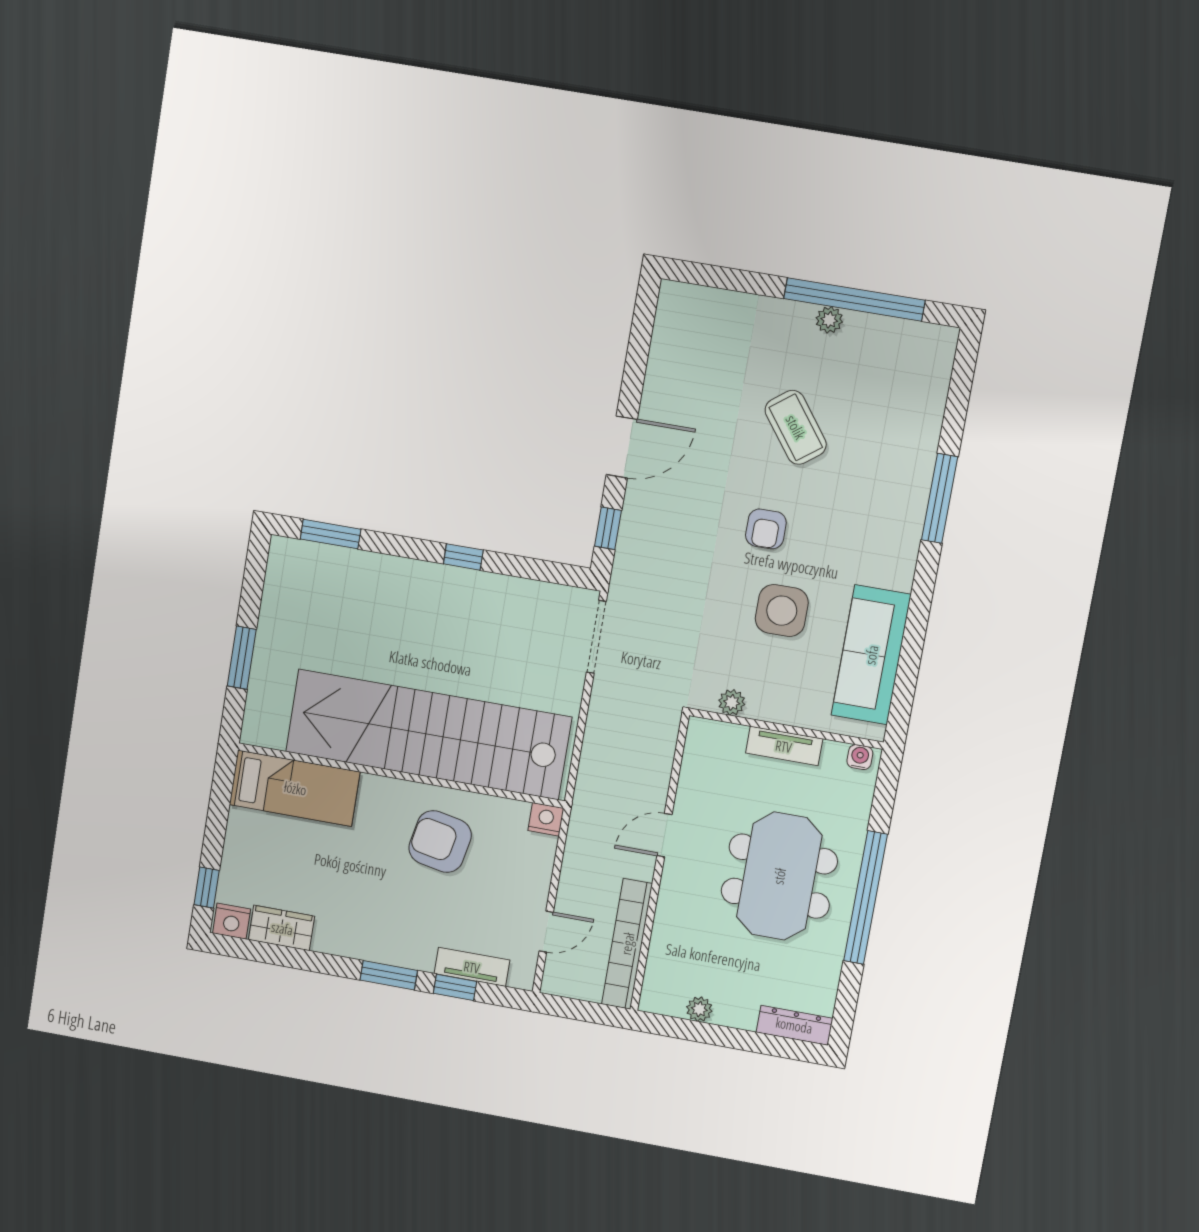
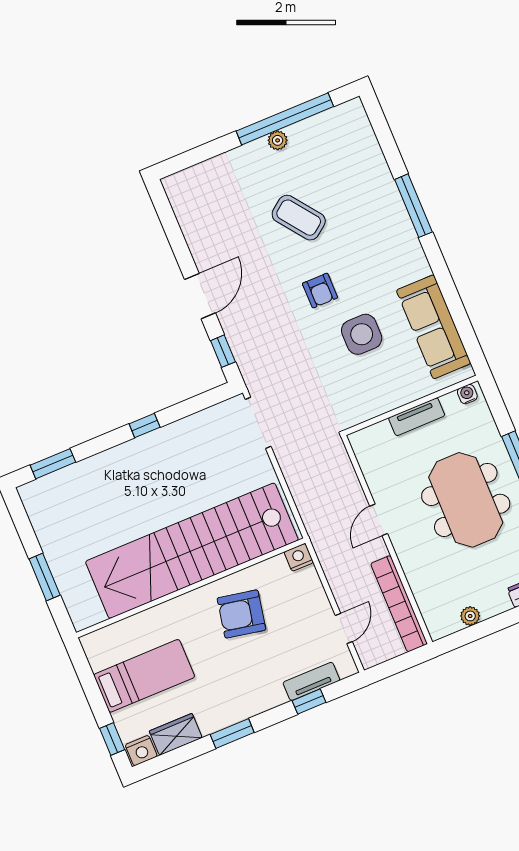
plant: (732, 702) -> (367, 410), removed
bed: (295, 788) -> (144, 676), moved
window: (389, 975) -> (232, 734), moved

